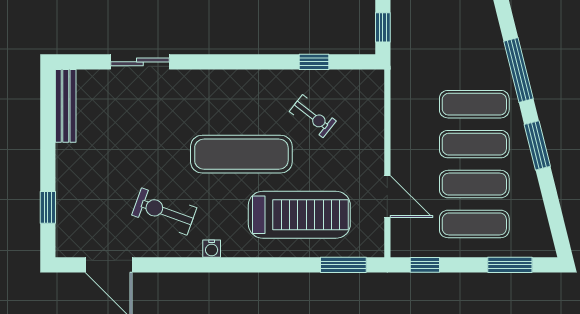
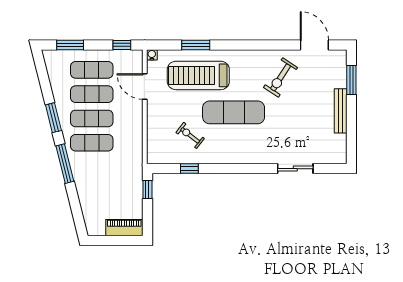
bench: (66, 106) -> (341, 111), moved
window: (48, 207) -> (351, 80), width x1.50
exercise bike: (164, 211) -> (281, 77), turned 103
water cooler: (212, 249) -> (152, 55), moved
window: (343, 265) -> (196, 45), moved

